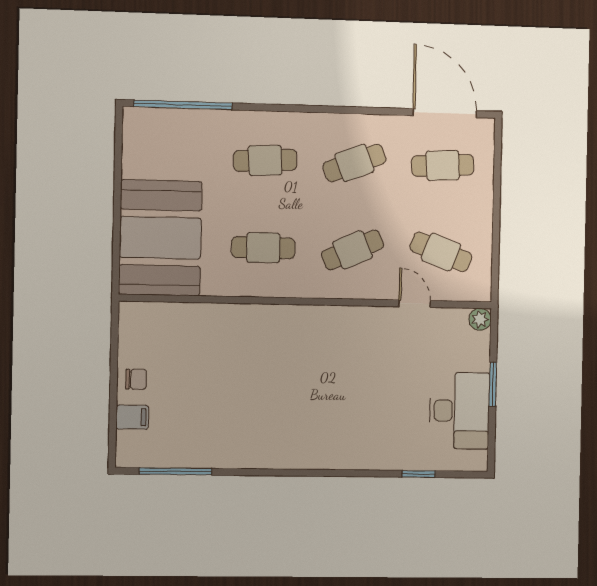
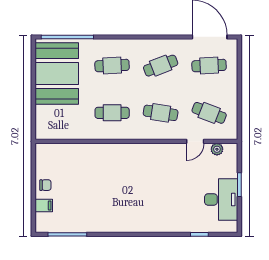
booth: (160, 238) -> (57, 73), moved
cafe table: (353, 250) -> (161, 113), turned 33
door: (415, 304) -> (195, 141), swing flipped
plant: (480, 319) -> (217, 149), moved

